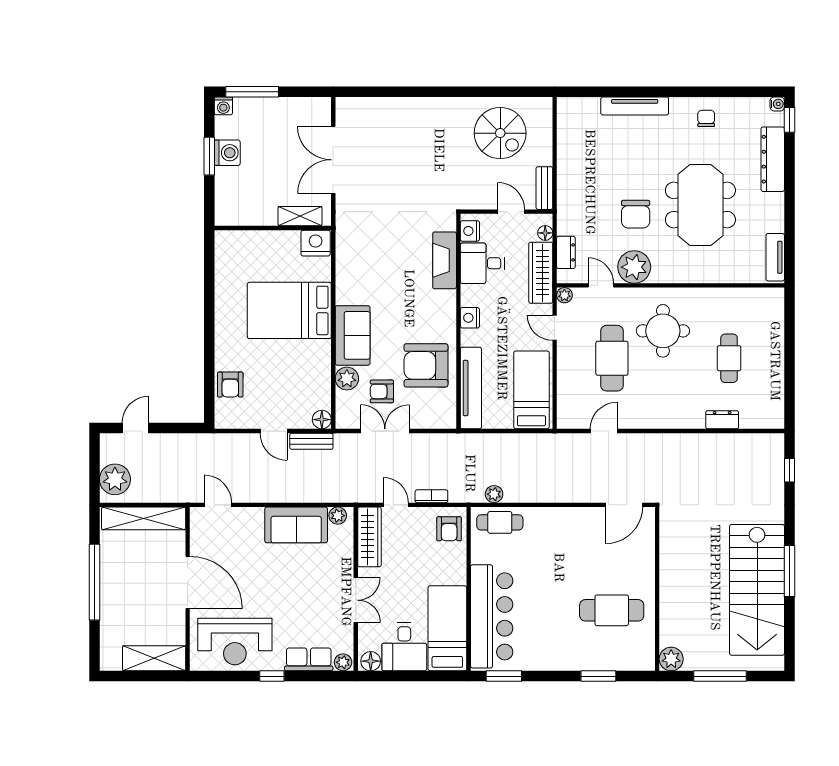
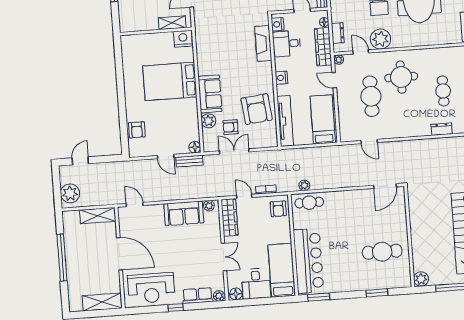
armchair: (426, 365) -> (257, 109), turned -96
door: (604, 431) -> (369, 142), swing flipped
shelving: (144, 518) -> (98, 216), width x0.68

